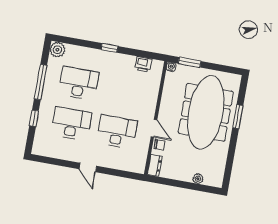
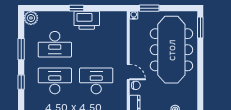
printer: (143, 64) -> (87, 20), moved, width x1.87, depth x1.48
window: (41, 82) -> (21, 49), width x0.69
desk: (79, 83) -> (55, 44), turned 180
window: (238, 117) -> (200, 28), moved

